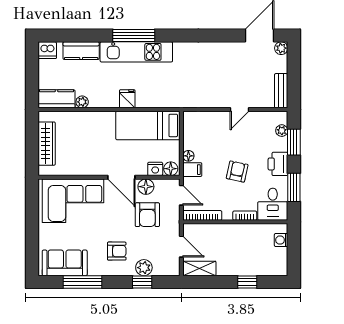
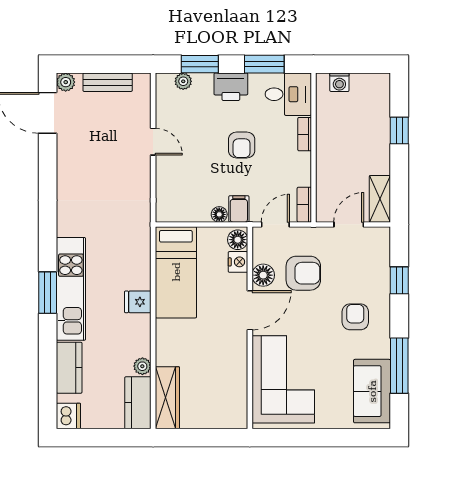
window: (134, 36) -> (48, 293), width x0.69
bench: (281, 91) -> (108, 82), moved
wardrobe: (47, 144) -> (167, 398), moved, turned 90
armchair: (237, 171) -> (242, 145), turned -102
bookcase: (202, 215) -> (304, 205), width x0.64
plant: (144, 268) -> (379, 278), removed

